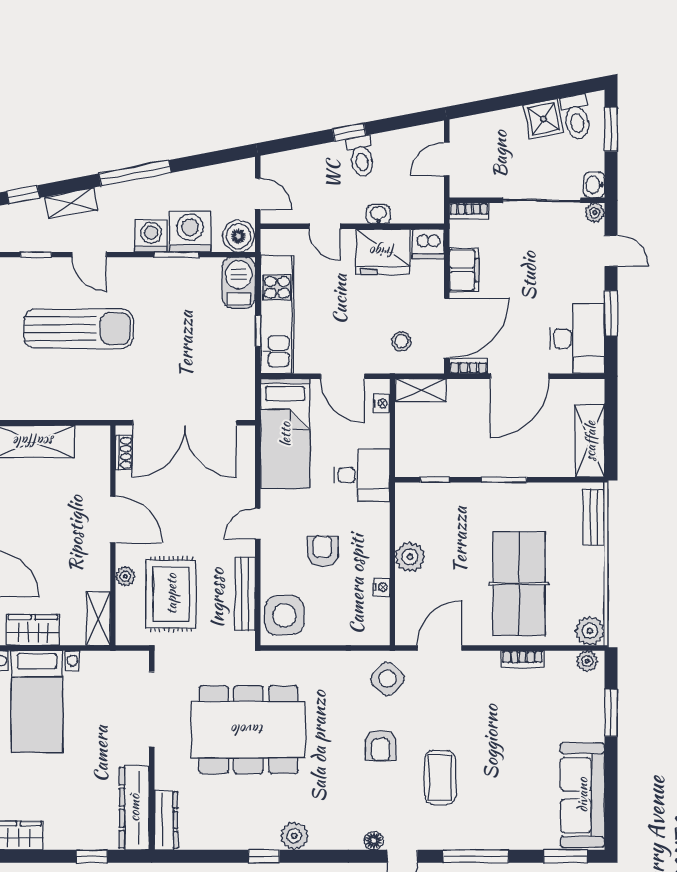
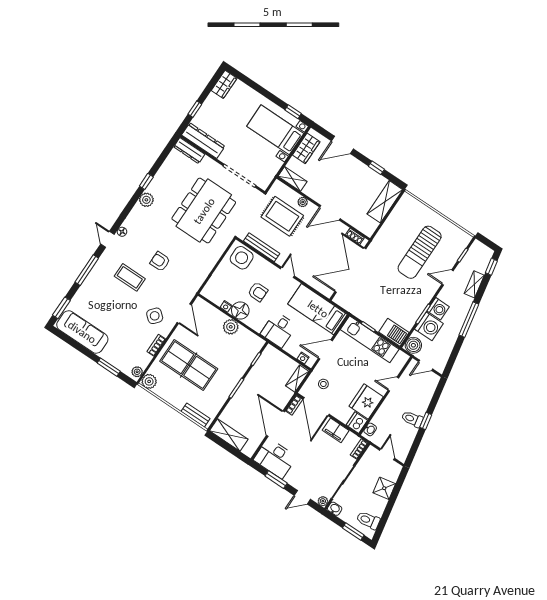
shower: (543, 119) -> (384, 488), moved
washbasin: (378, 214) -> (370, 429), moved
floor lamp: (373, 559) -> (240, 311), added
side table: (388, 679) -> (155, 316), moved

